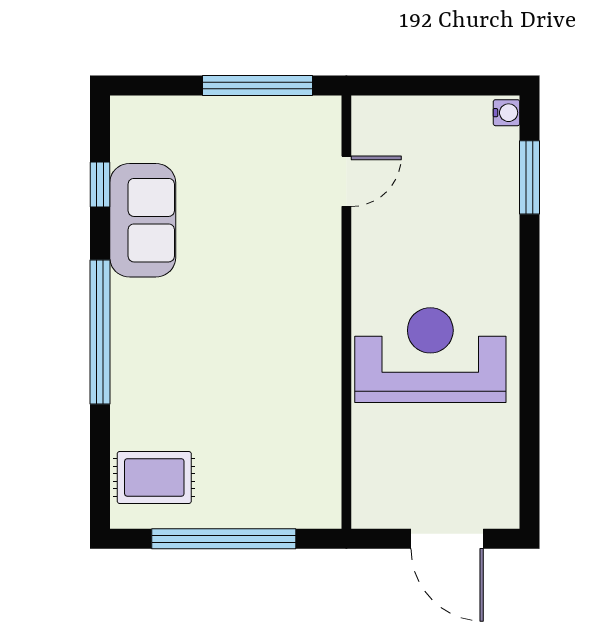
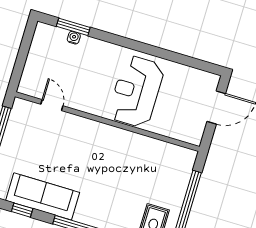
water cooler: (506, 113) -> (74, 38), moved
sofa: (143, 220) -> (43, 196), width x1.36

